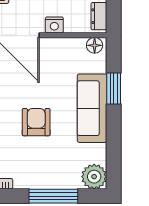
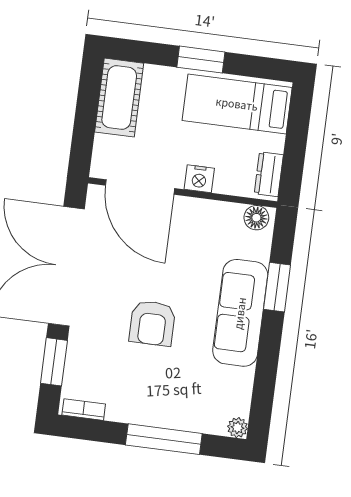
armchair: (36, 122) -> (152, 323), turned 180
plant: (94, 177) -> (238, 428), width x0.53, depth x0.53

